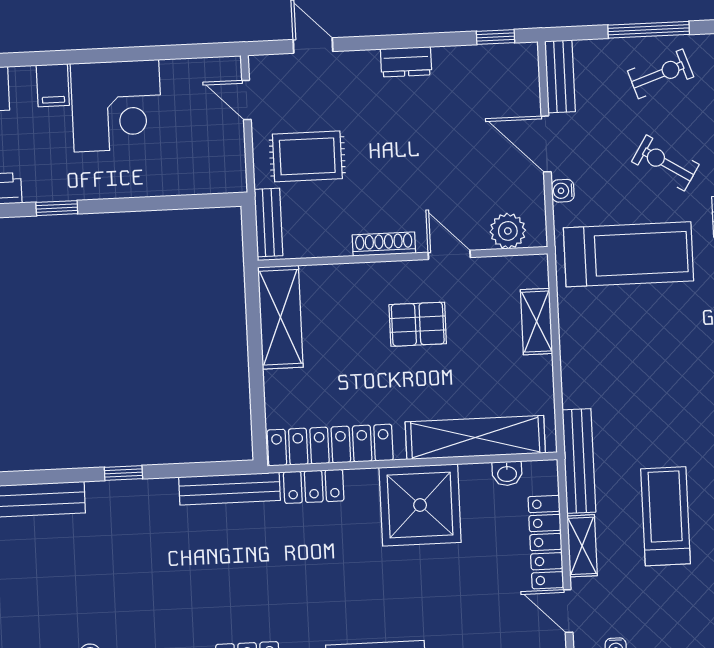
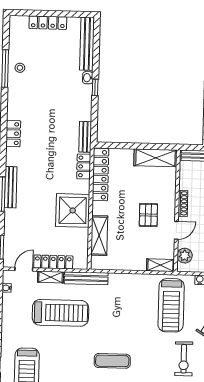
shelving: (537, 322) -> (160, 265), moved
shelving: (475, 438) -> (99, 236), width x0.68
washbasin: (507, 473) -> (88, 78), moved
bench: (229, 489) -> (85, 137), width x0.73
treadmill: (666, 516) -> (60, 313), width x1.37, depth x1.37

